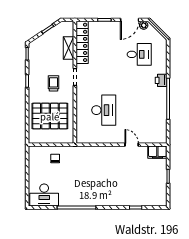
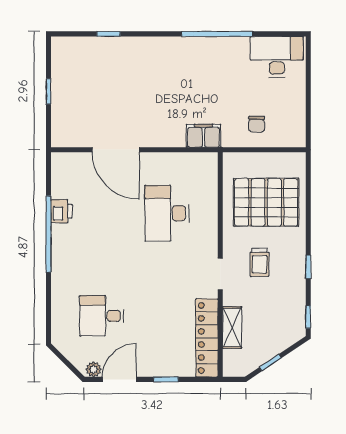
printer: (161, 80) -> (61, 211), moved
door: (132, 145) -> (116, 150), width x1.88
filing cabinet: (157, 152) -> (203, 136), moved

